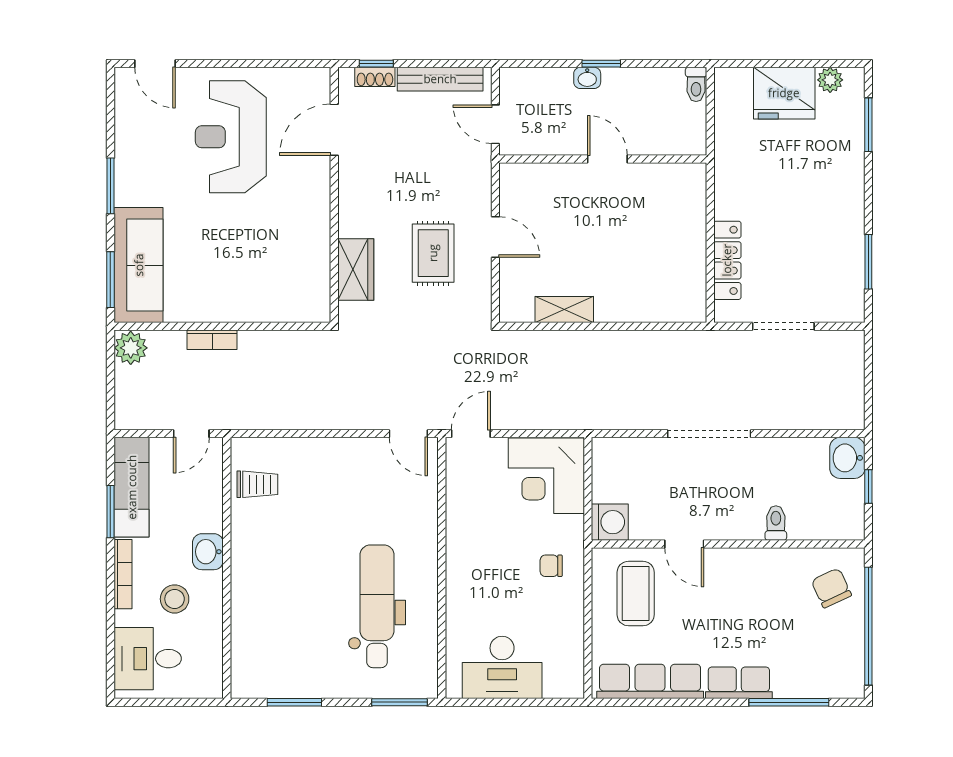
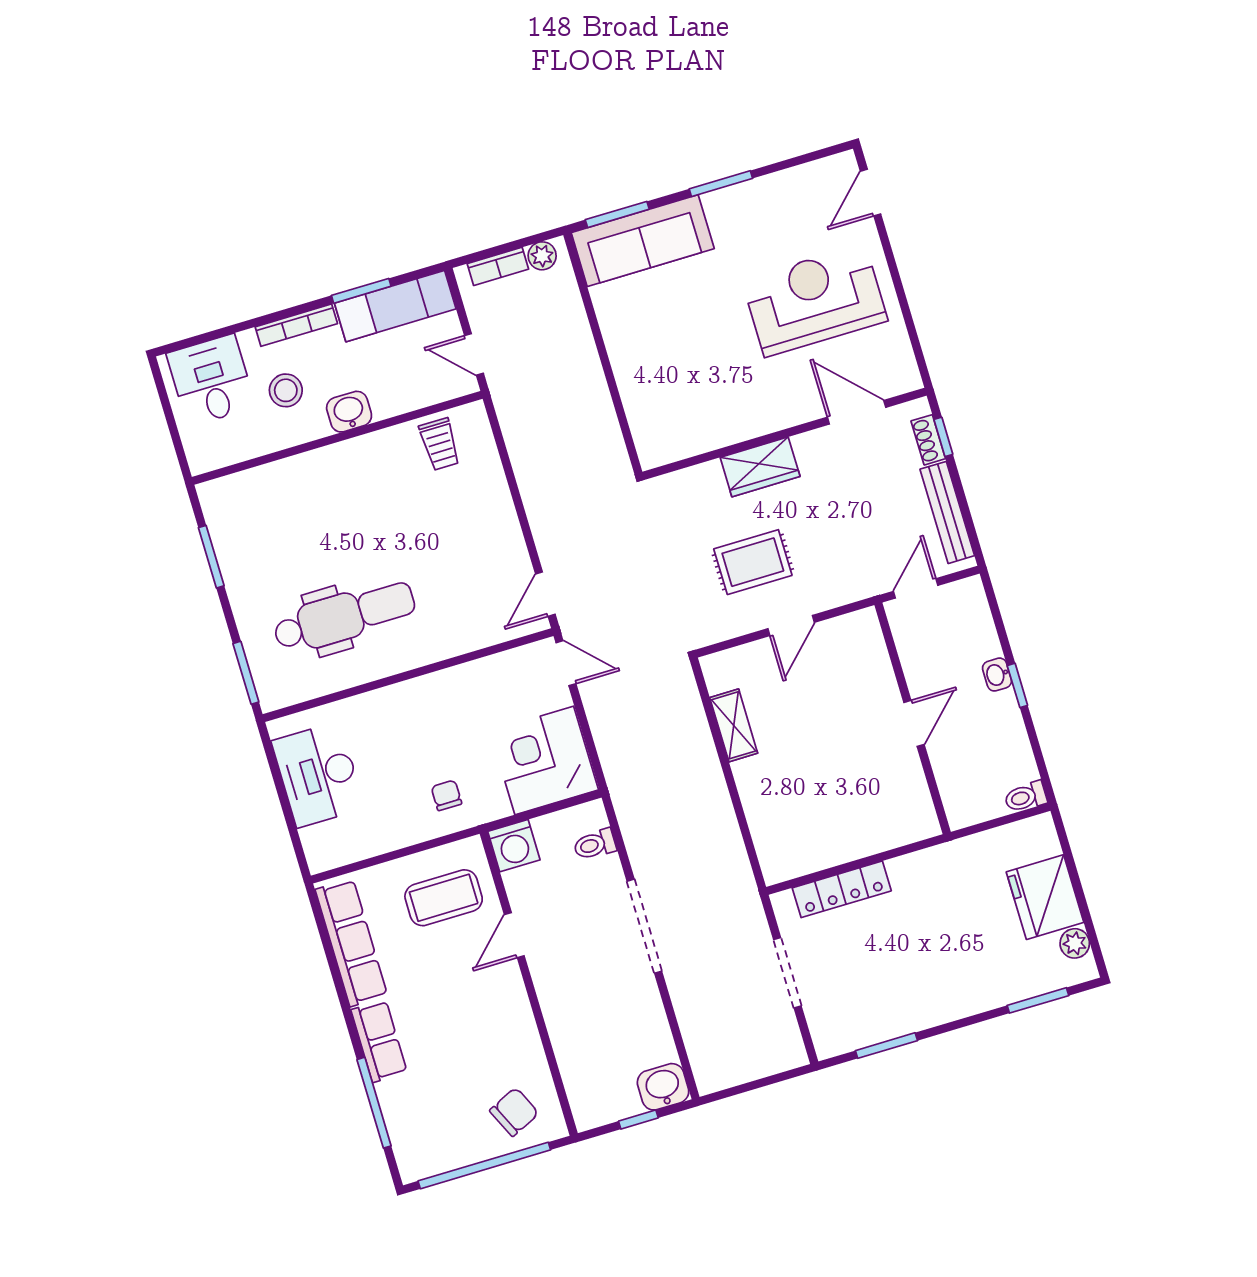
wardrobe: (356, 270) -> (760, 467), moved
bookcase: (212, 340) -> (498, 266), moved, turned -90
plant: (131, 348) -> (542, 256), width x0.73, depth x0.73
toilet: (776, 523) -> (595, 844), moved, turned 180

